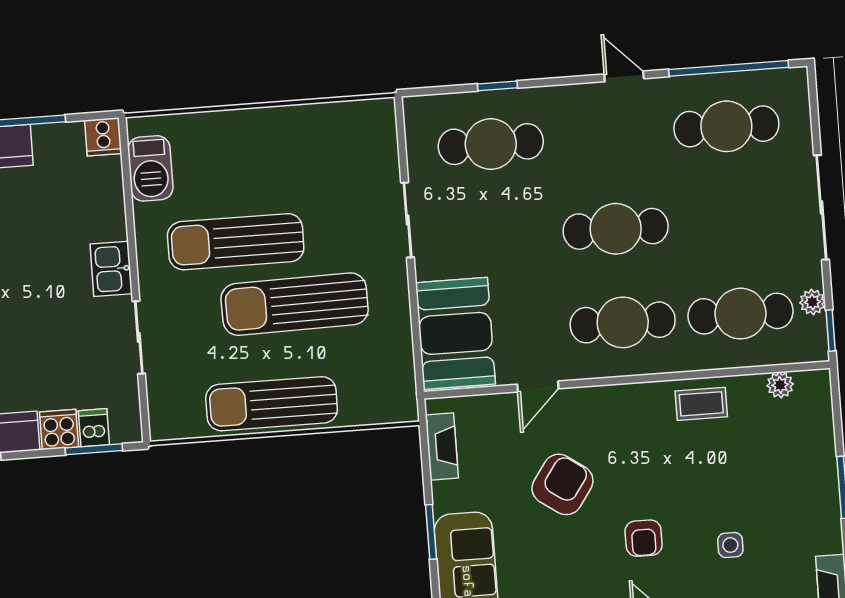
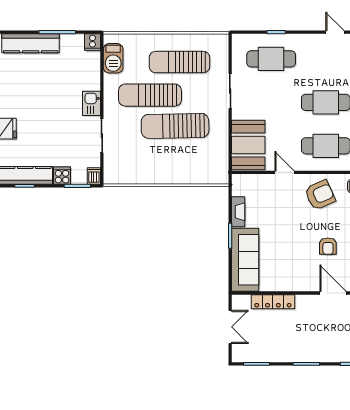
door: (538, 387) -> (284, 172), swing flipped
sun lounger: (272, 404) -> (179, 62), moved
dishwasher: (94, 428) -> (94, 176), moved
fireplace: (442, 446) -> (238, 212), moved
armchair: (562, 484) -> (320, 195), moved, turned 31

